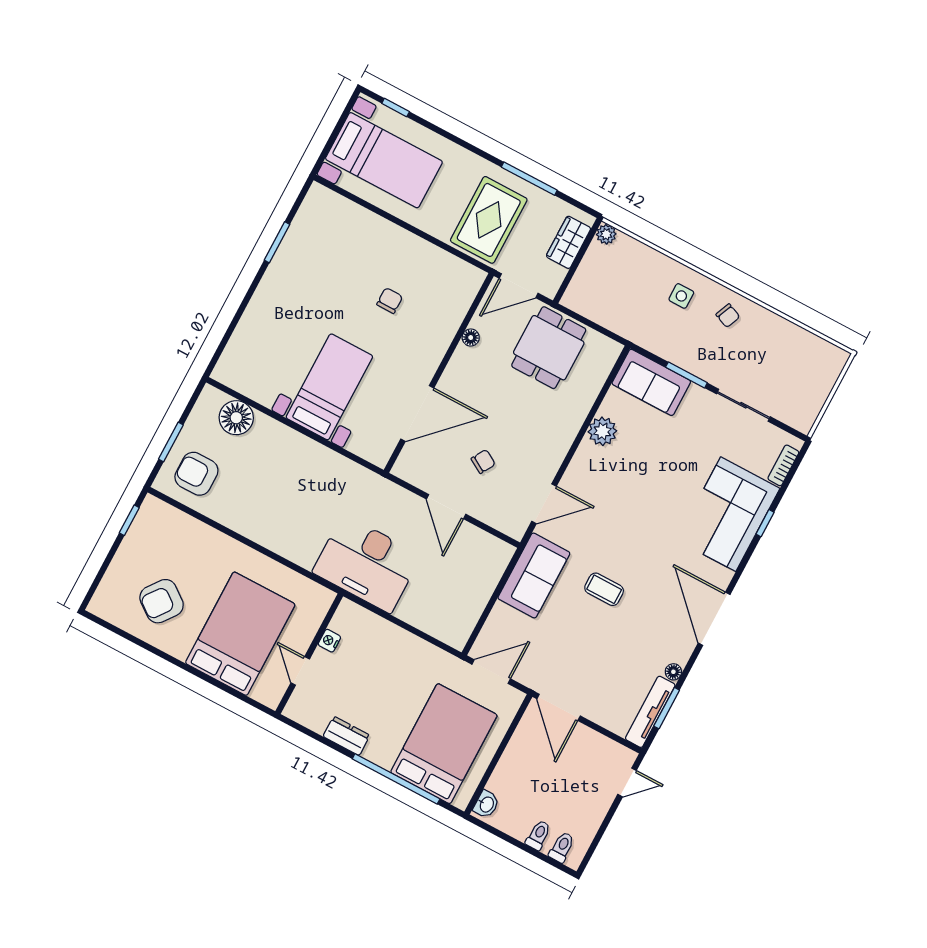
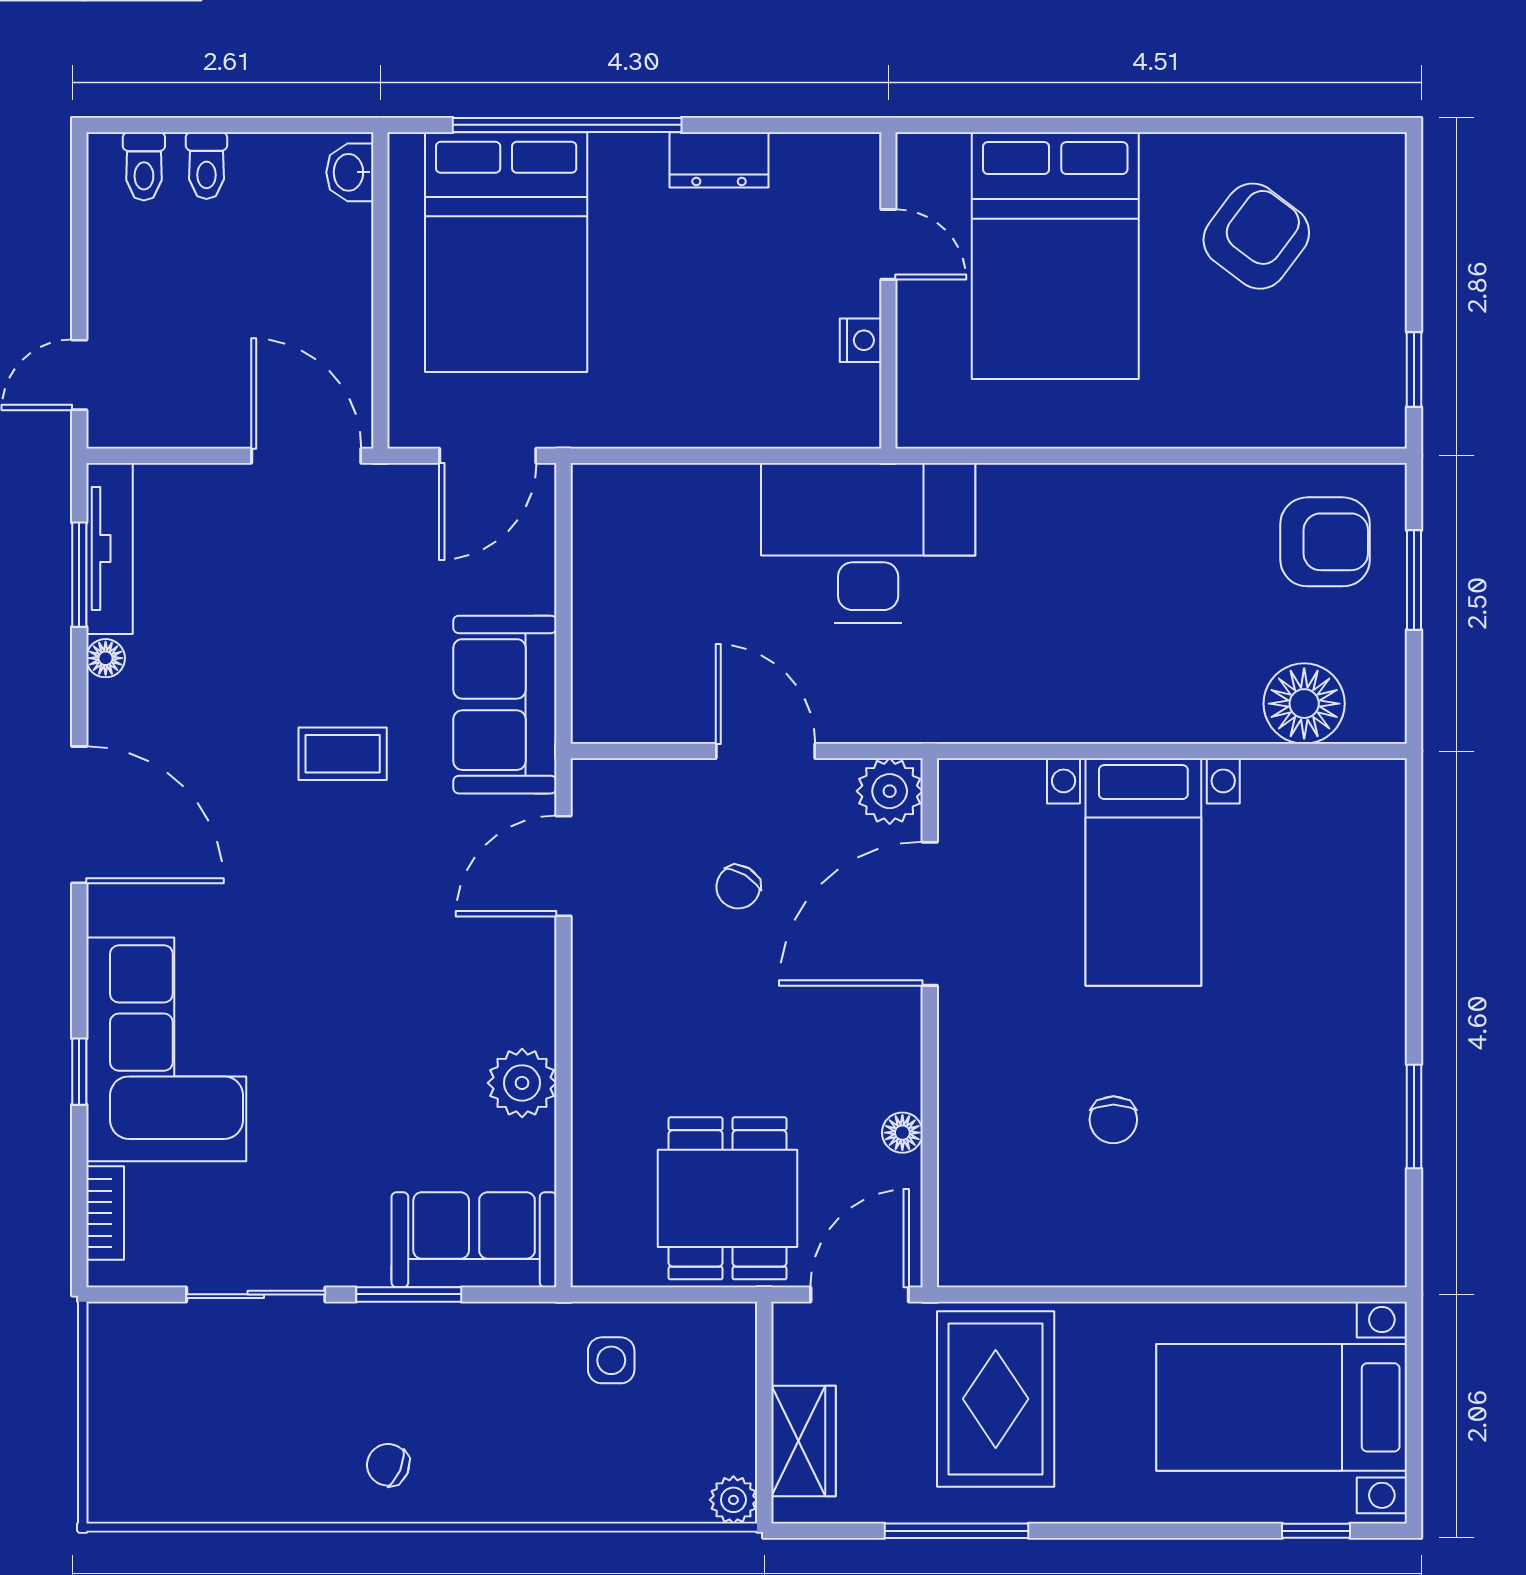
side table: (681, 296) -> (611, 1360), moved
plant: (408, 467) -> (890, 791), added

